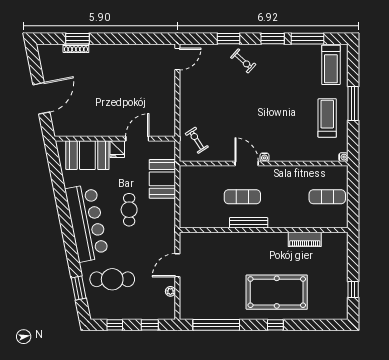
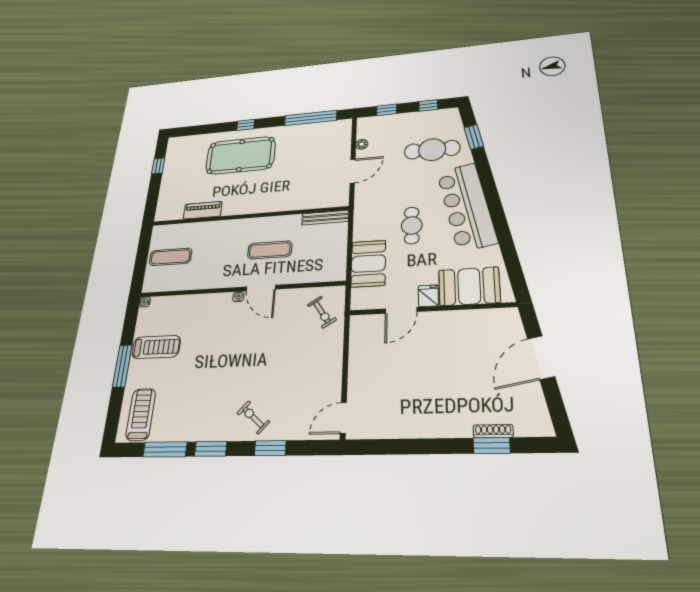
treadmill: (327, 118) -> (156, 347), turned -90
bench: (249, 223) -> (325, 218), moved

